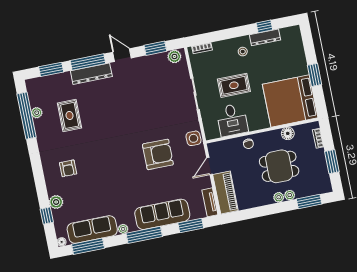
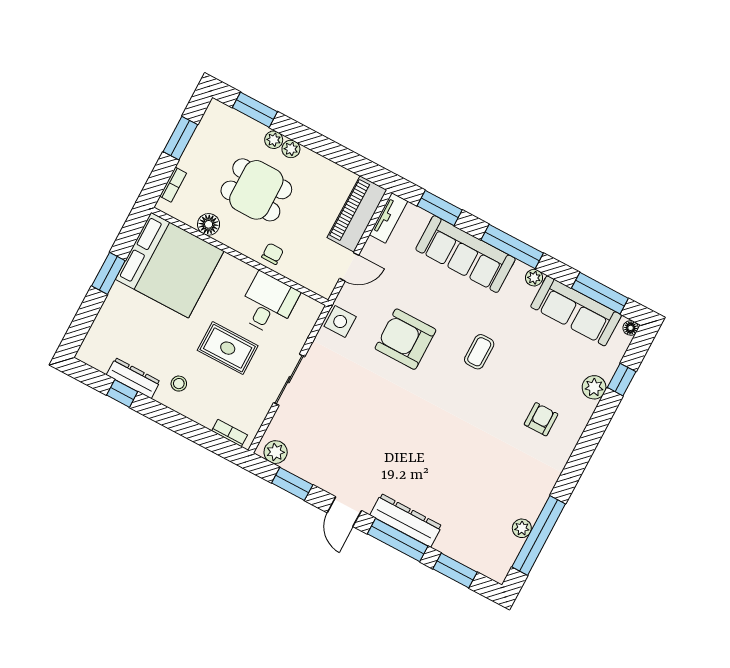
rug: (70, 115) -> (481, 488), removed
coffee table: (120, 176) -> (479, 352), added

